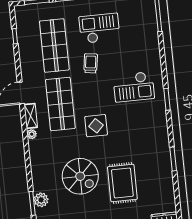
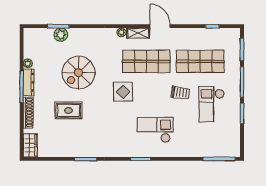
checkout: (99, 28) -> (212, 104), turned 180
checkout: (134, 87) -> (155, 130), turned 90
rug: (122, 183) -> (68, 110), width x0.73, depth x0.70

